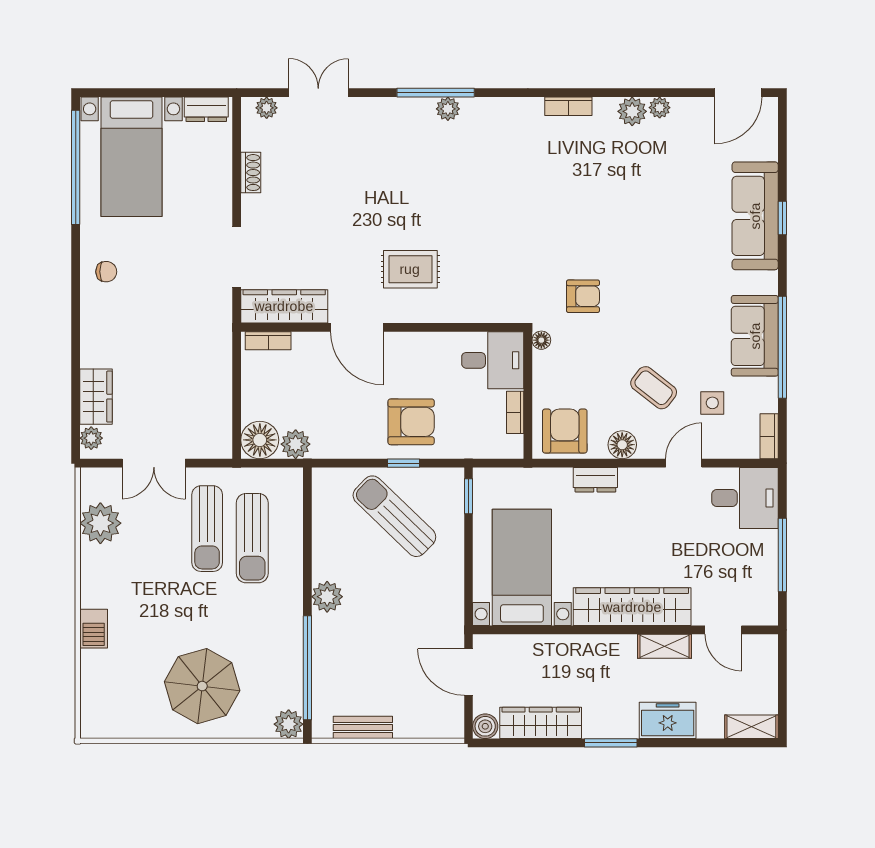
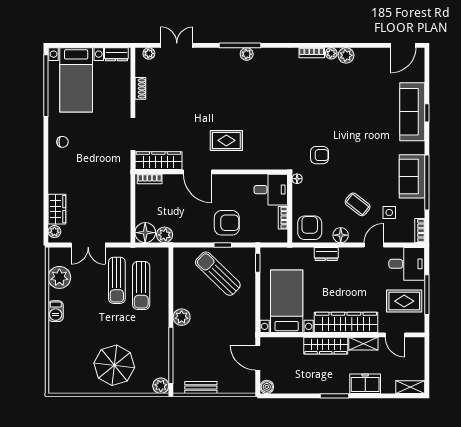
plant: (660, 108) -> (331, 53), moved
rug: (740, 567) -> (404, 301), added
barbecue: (94, 629) -> (56, 311), moved
wardrobe: (541, 723) -> (326, 346), moved, turned 180

